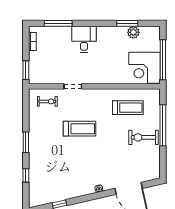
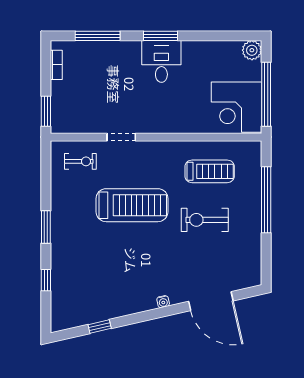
window: (127, 23) -> (160, 36), moved
plant: (133, 32) -> (252, 50), moved
desk: (84, 39) -> (161, 61), moved
treadmill: (79, 129) -> (132, 205), width x1.37, depth x1.38
exercise bike: (144, 137) -> (205, 220), moved

